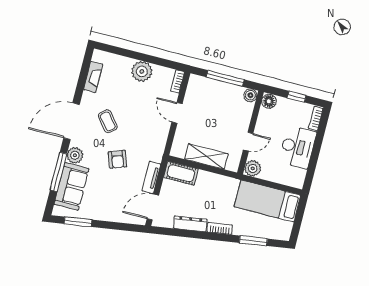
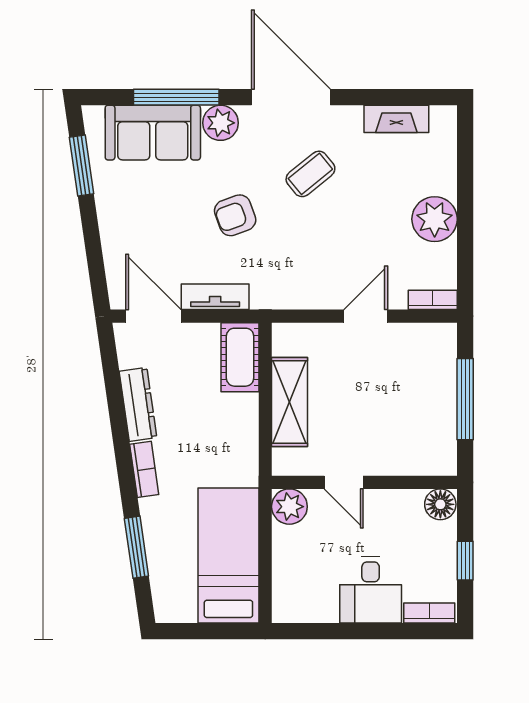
boiler: (250, 95) -> (443, 462), removed
desk: (298, 147) -> (371, 590), width x0.73

